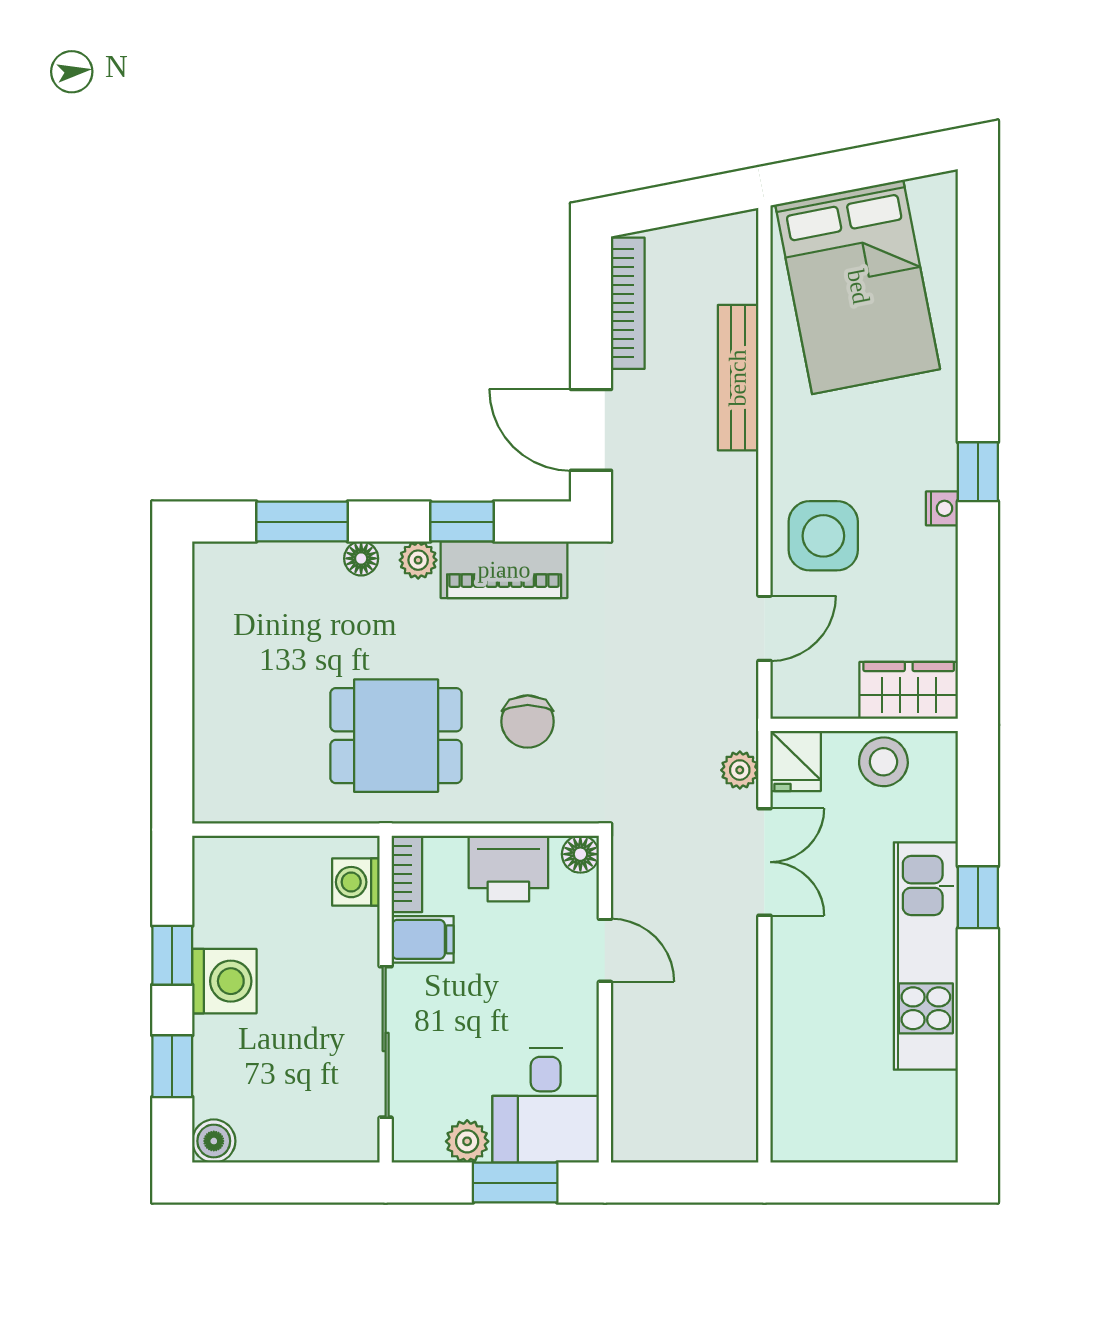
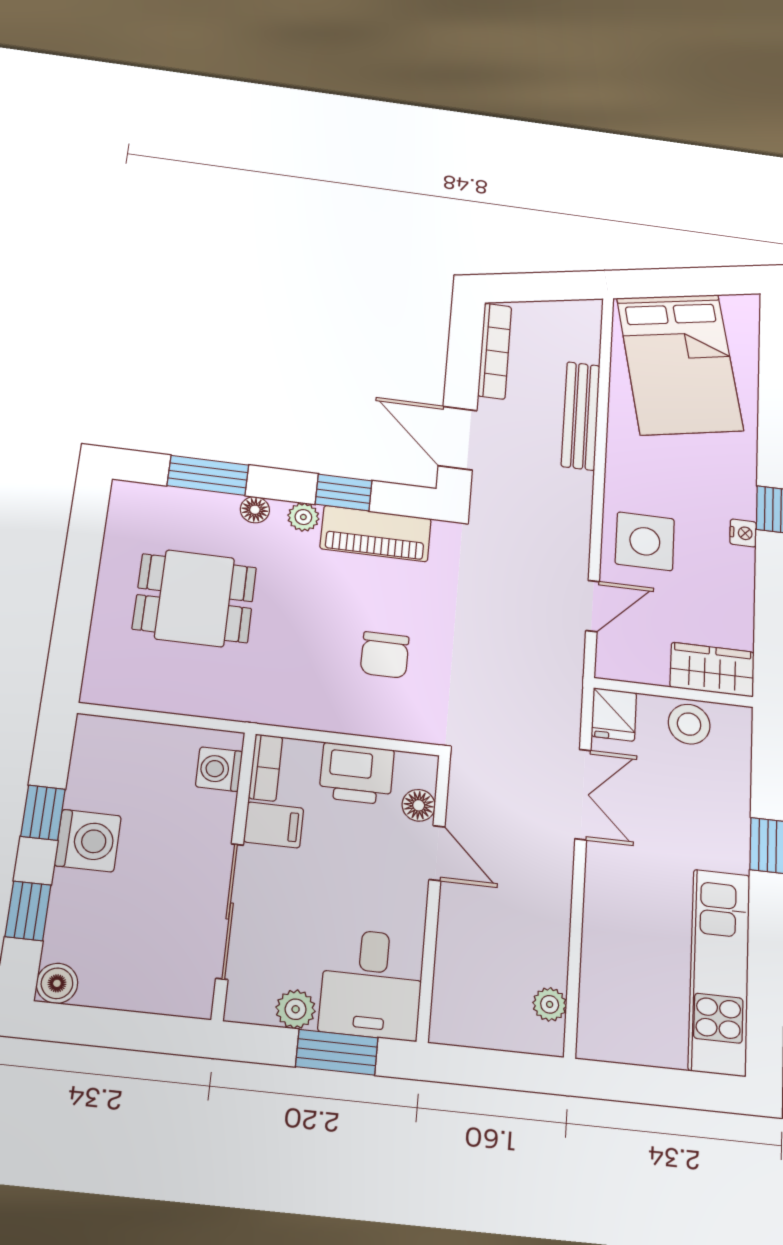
dining table: (396, 736) -> (195, 598), moved
plant: (740, 770) -> (550, 1004), moved
floor lamp: (580, 854) -> (419, 805), moved
kitchen unit: (926, 956) -> (719, 971), moved

